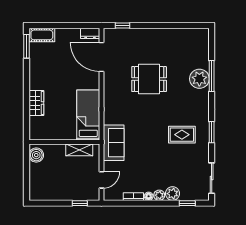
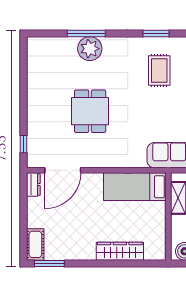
wardrobe: (36, 103) -> (120, 251), width x1.50

